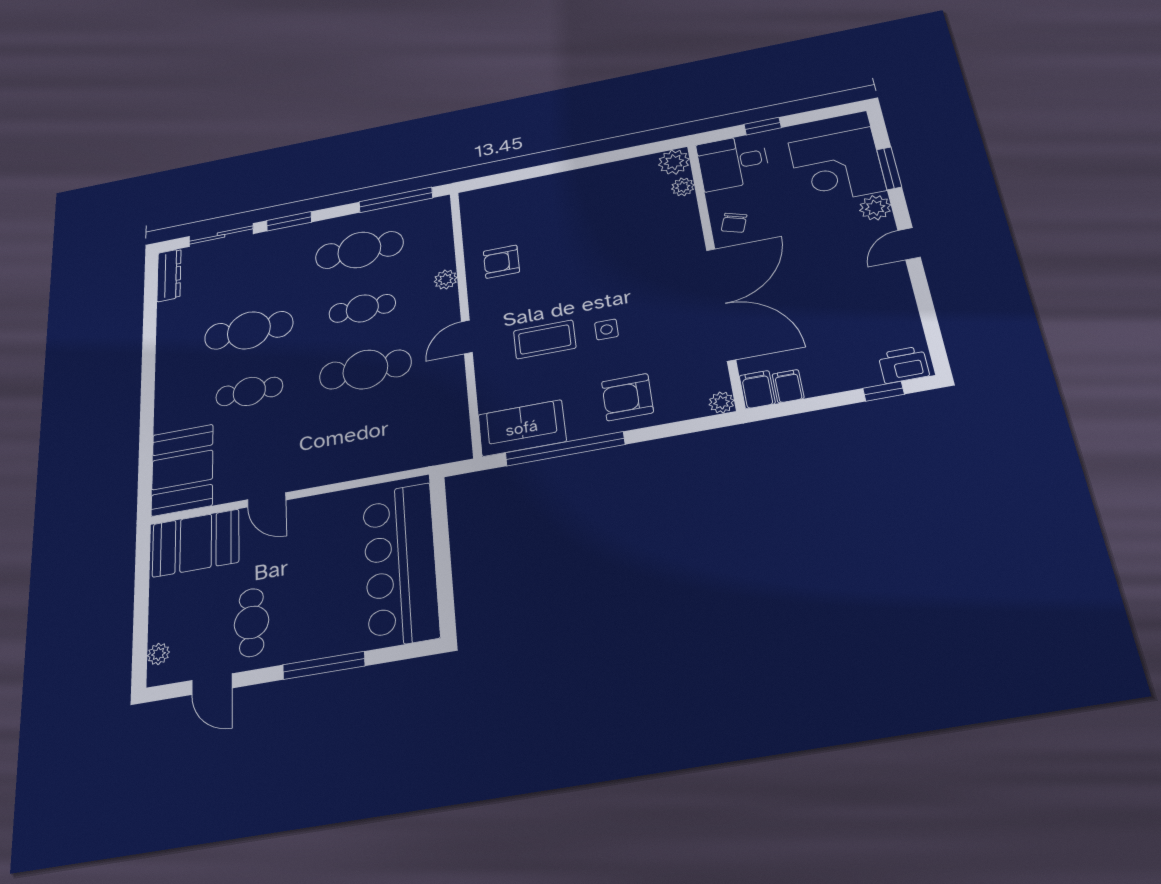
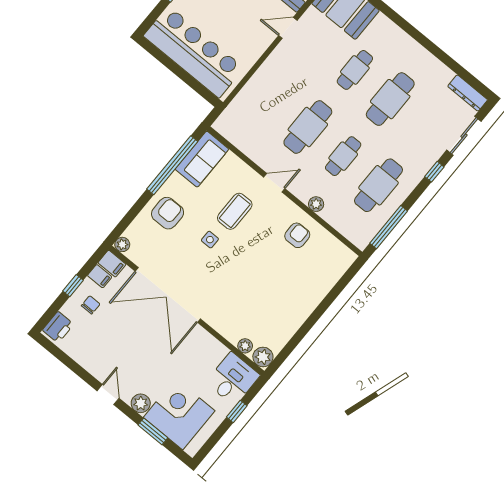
window: (289, 221) -> (434, 172), width x0.67
chair: (734, 223) -> (91, 305), moved, turned 71
door: (467, 337) -> (274, 183), hinge flipped
window: (884, 391) -> (73, 286), moved

